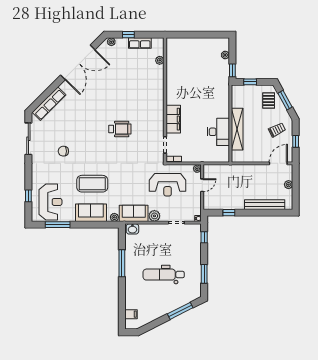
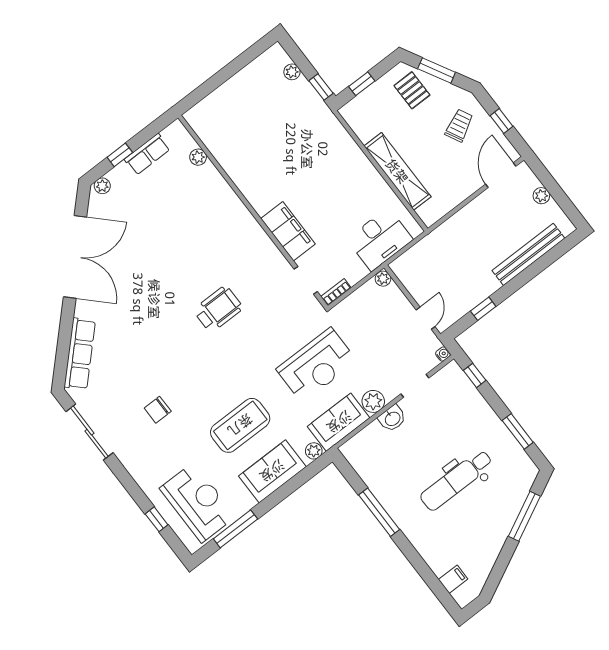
desk: (218, 132) -> (380, 239), moved, turned 90
reception desk: (168, 185) -> (317, 365), moved
door: (202, 185) -> (426, 318), moved
washbasin: (132, 229) -> (392, 418), moved

